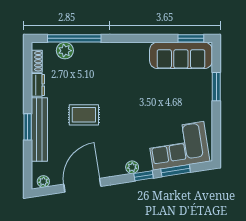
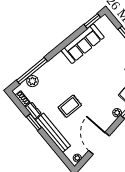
sofa: (181, 55) -> (83, 44), moved
window: (28, 127) -> (34, 122), moved

